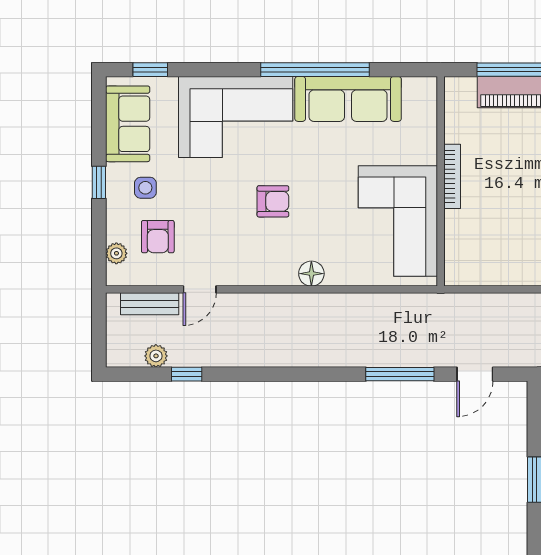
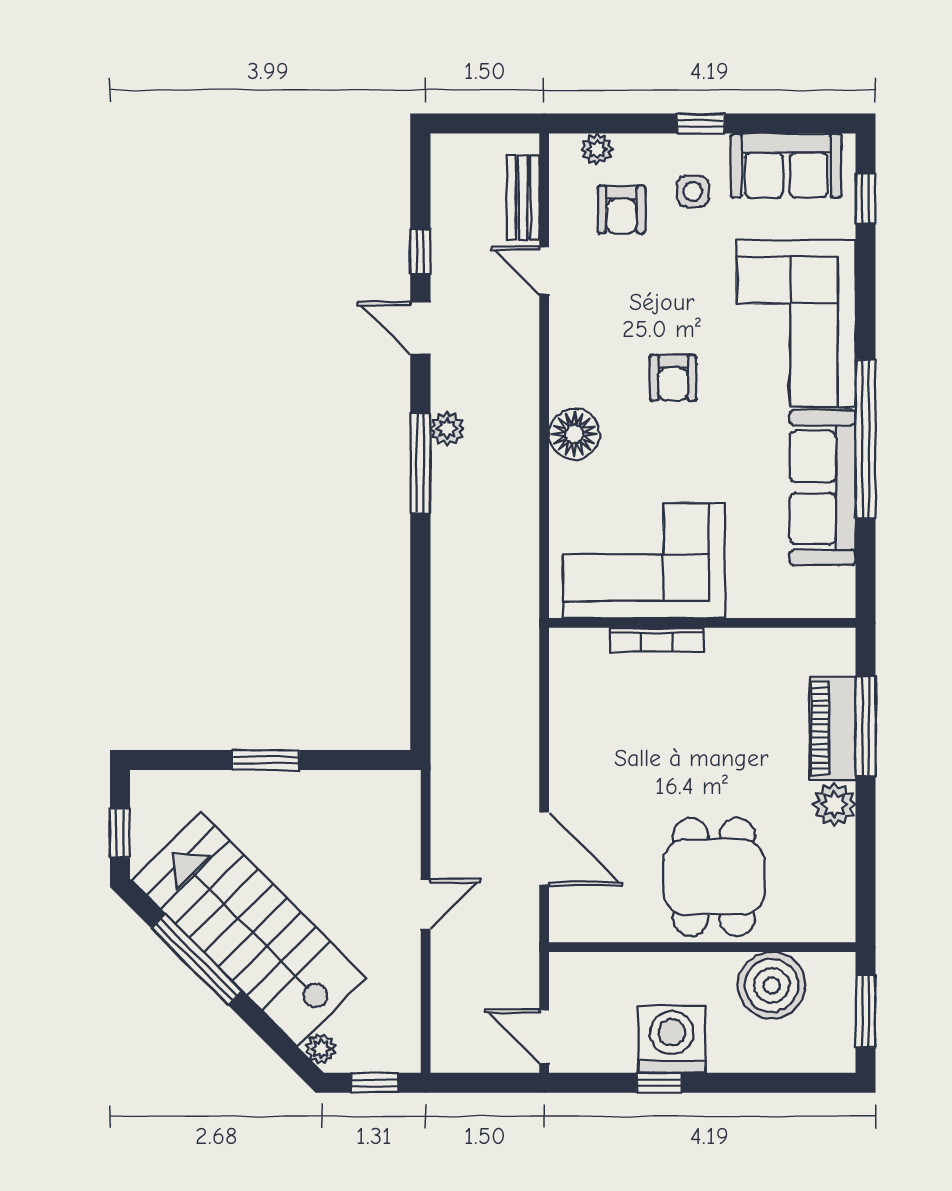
bookcase: (452, 176) -> (657, 640), moved
armchair: (158, 237) -> (621, 209), turned -90
floor lamp: (311, 274) -> (574, 434), width x1.38, depth x1.38
plant: (156, 356) -> (447, 428), moved
window: (400, 374) -> (420, 463), moved
door: (475, 374) -> (420, 328), moved

